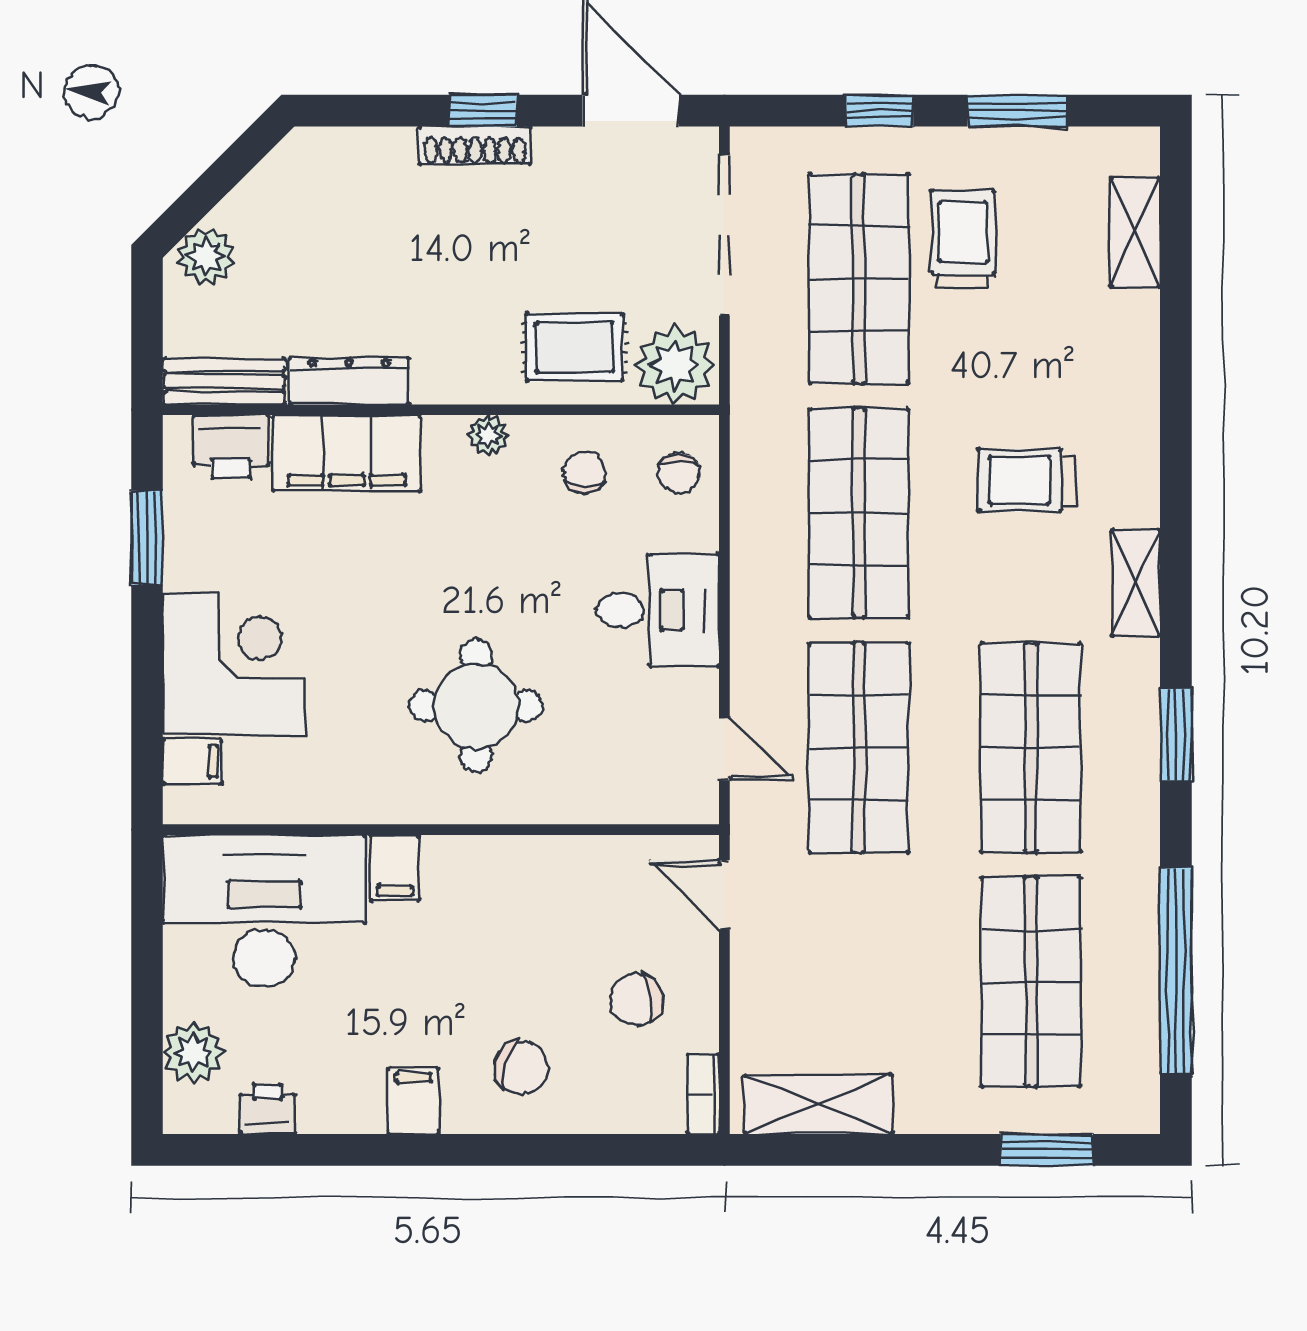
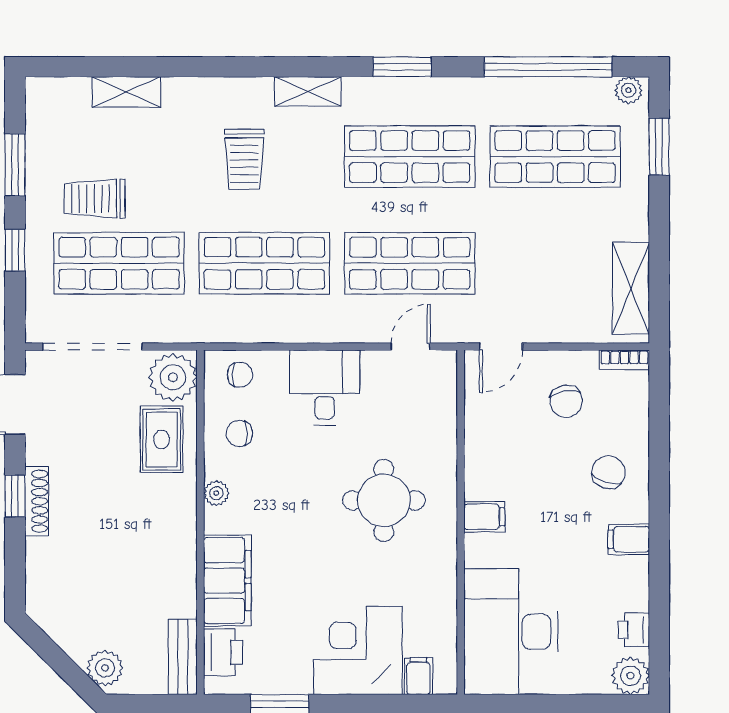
shelving: (1135, 232) -> (126, 92), moved
dresser: (349, 381) -> (183, 579), removed
filing cabinet: (395, 868) -> (484, 517), moved
plant: (193, 1052) -> (630, 676), moved
plant: (1138, 1101) -> (629, 90), added

